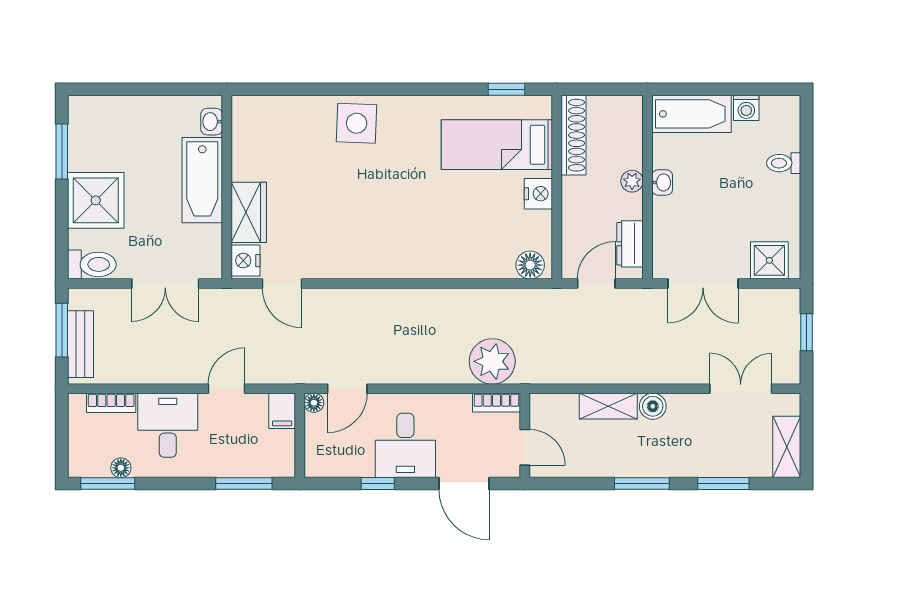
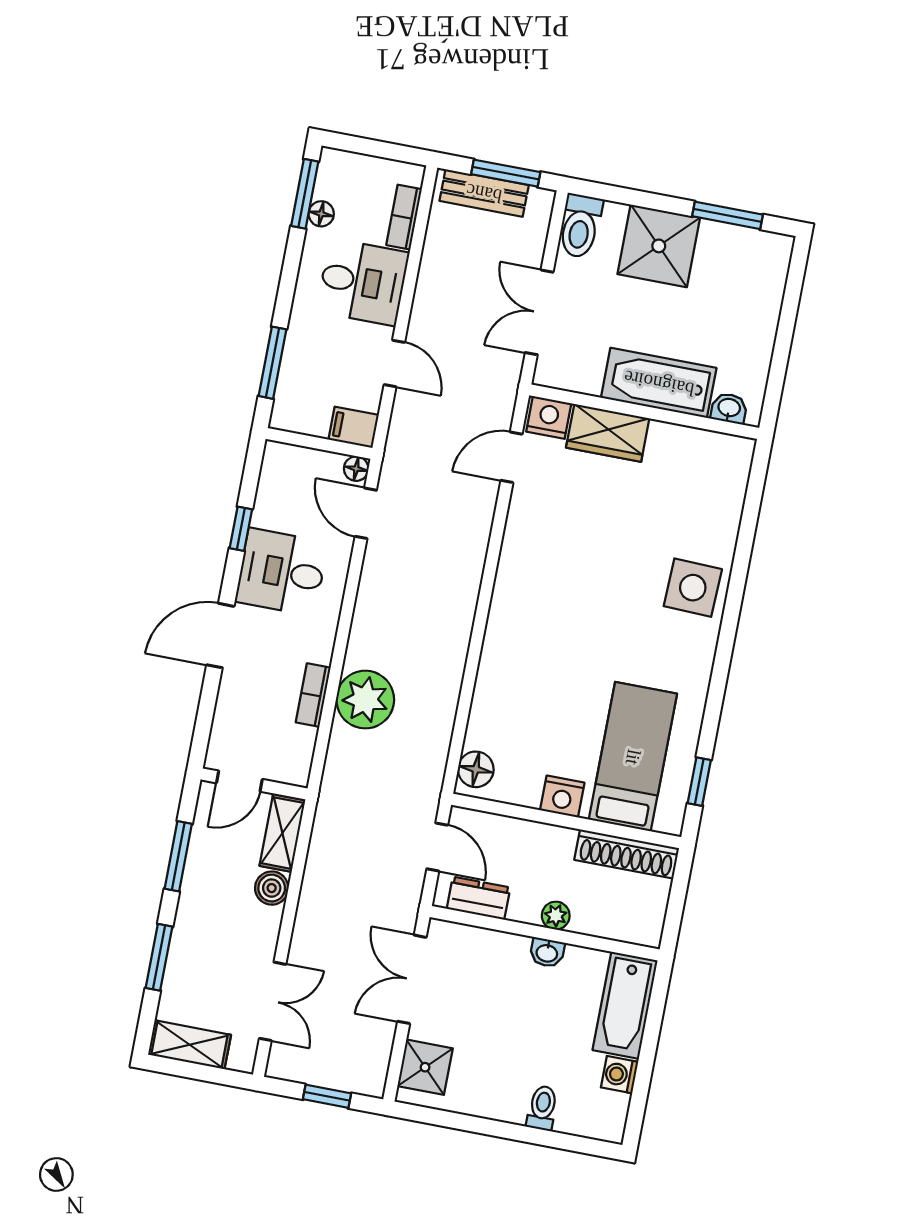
wall: (525, 435) -> (254, 784), moved
door: (525, 447) -> (239, 781), moved

